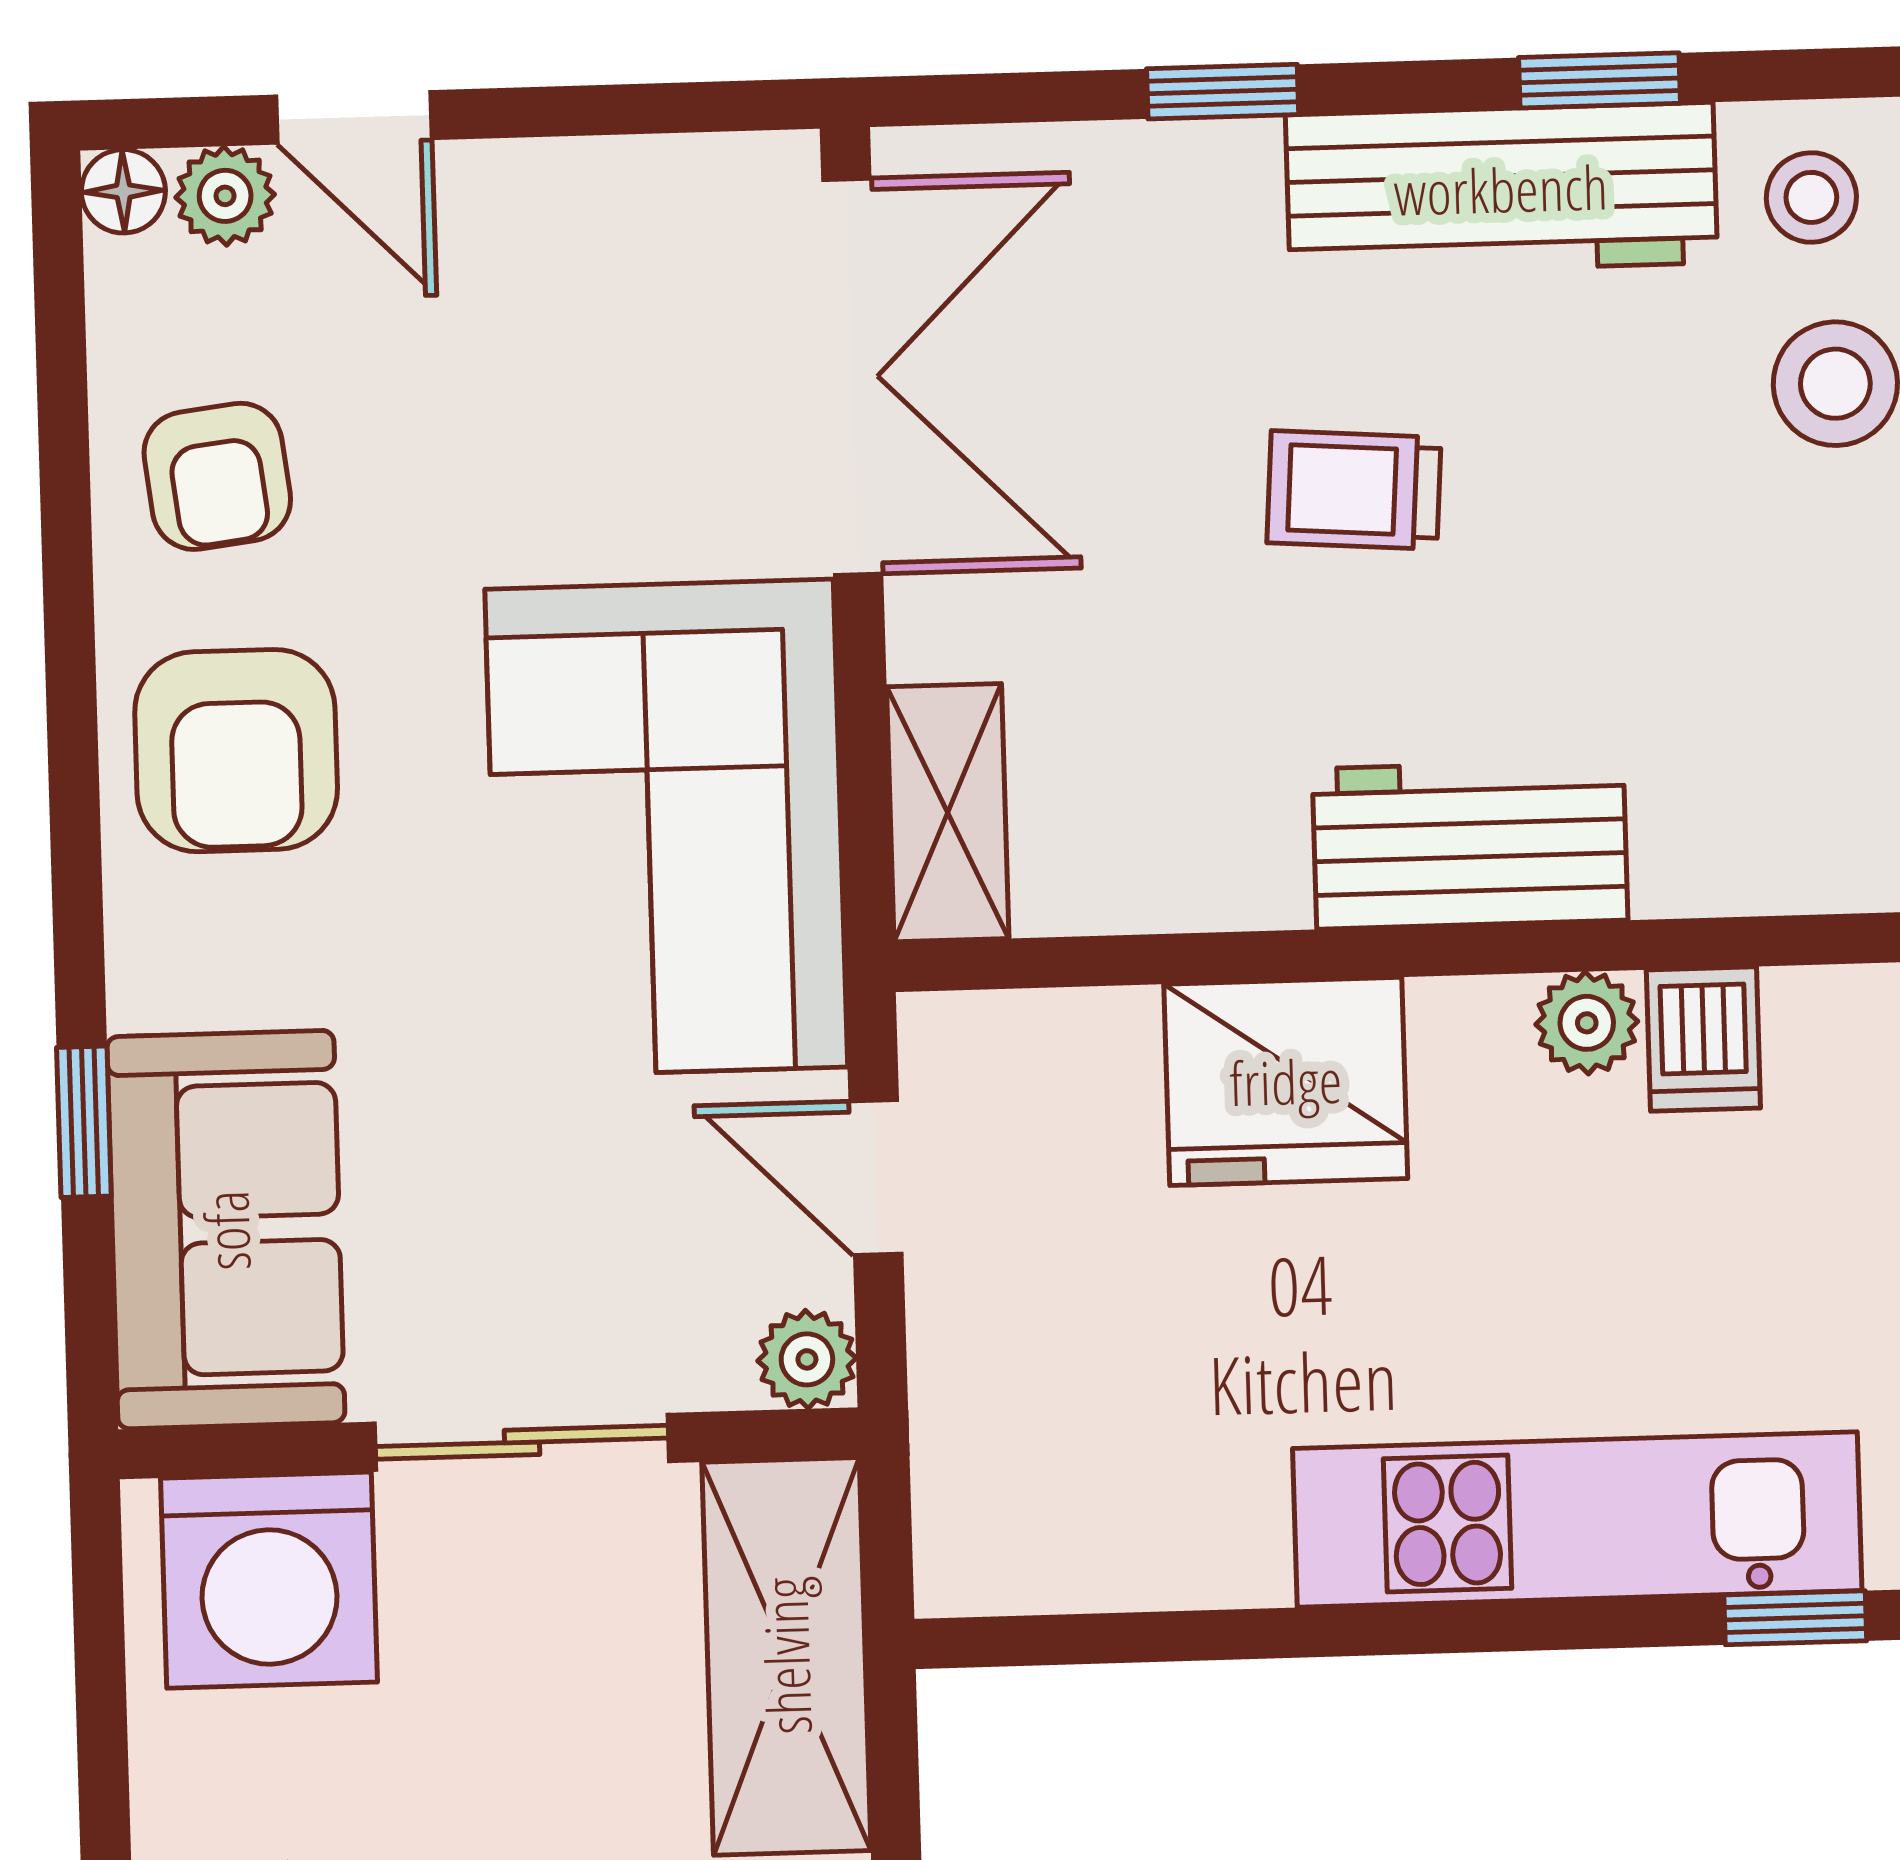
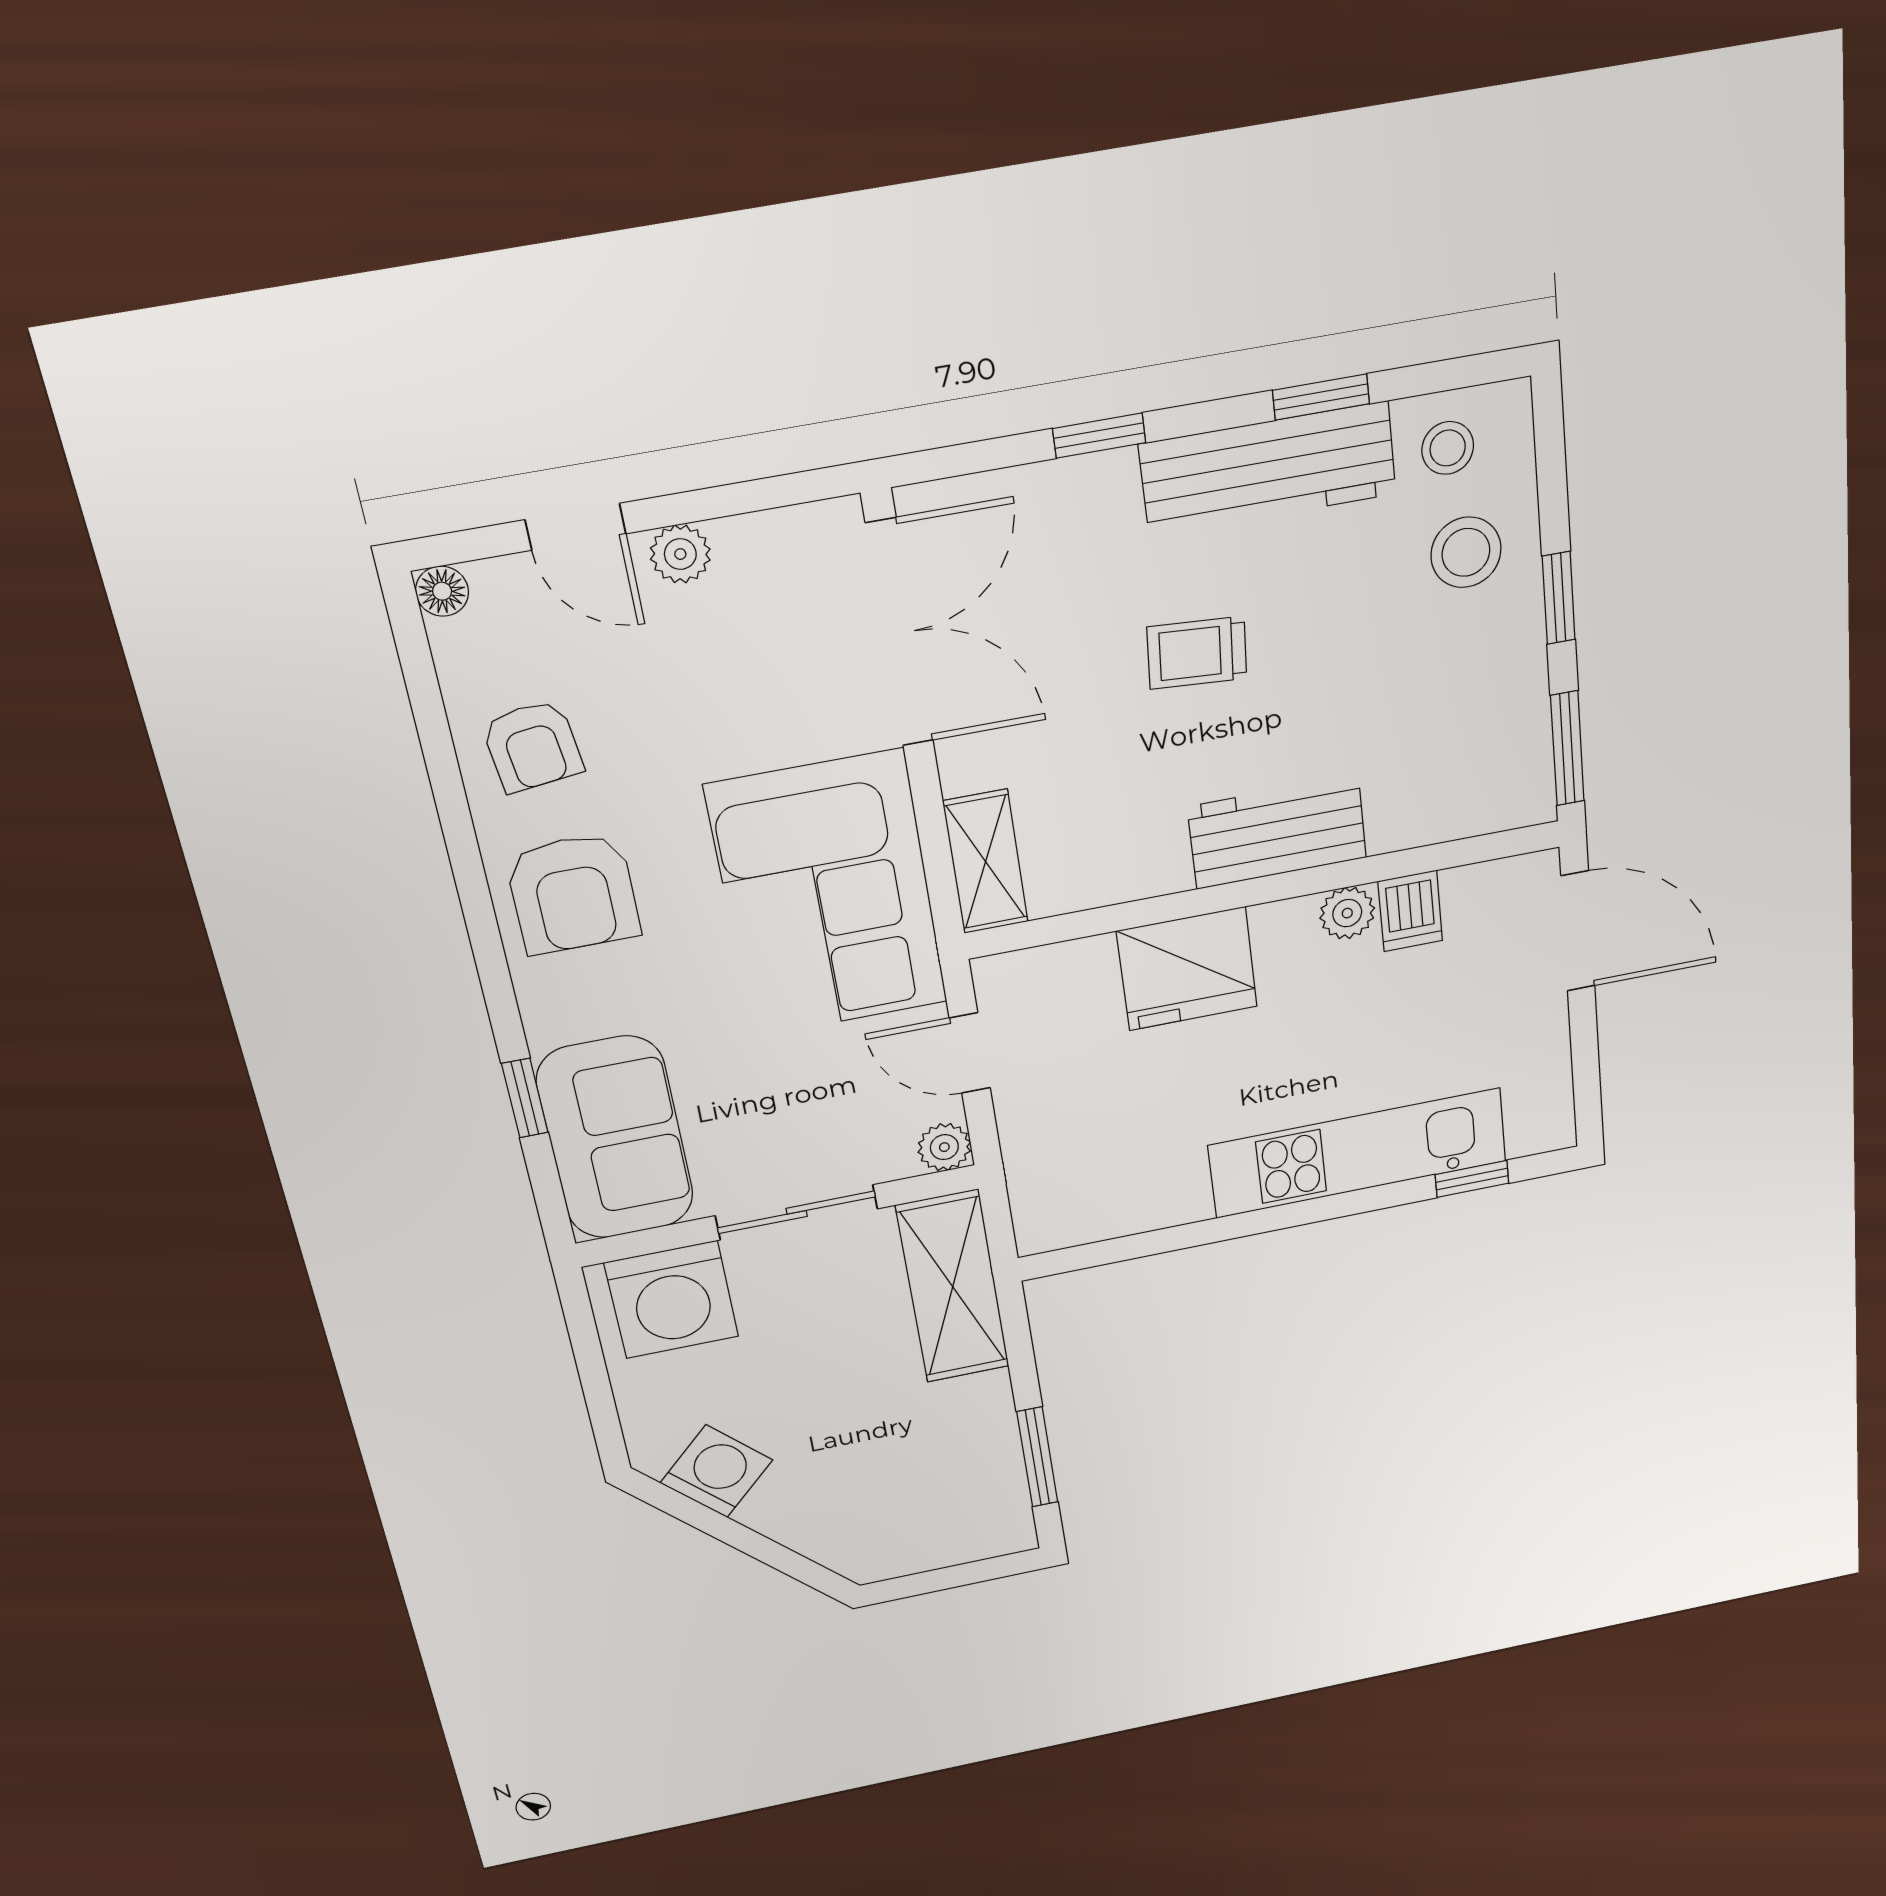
plant: (225, 196) -> (680, 554), moved

